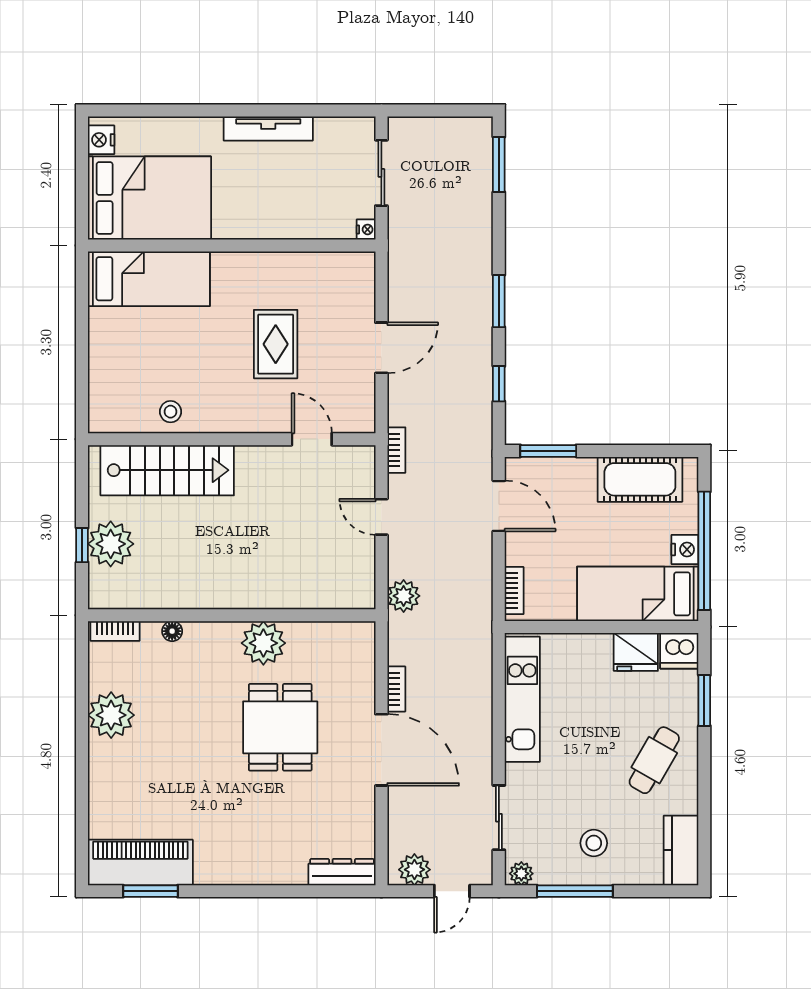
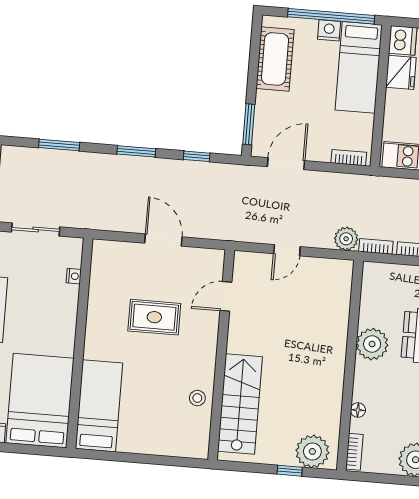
window: (499, 164) -> (59, 145), moved
nightstand: (366, 229) -> (74, 276), moved, turned 90
bookcase: (396, 450) -> (376, 246), moved
plant: (111, 544) -> (312, 451), moved

